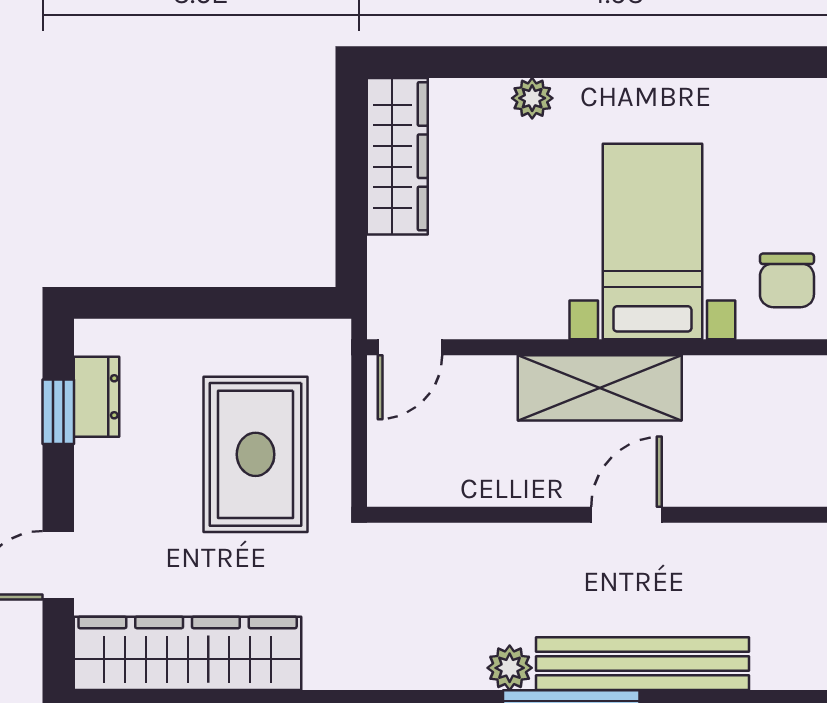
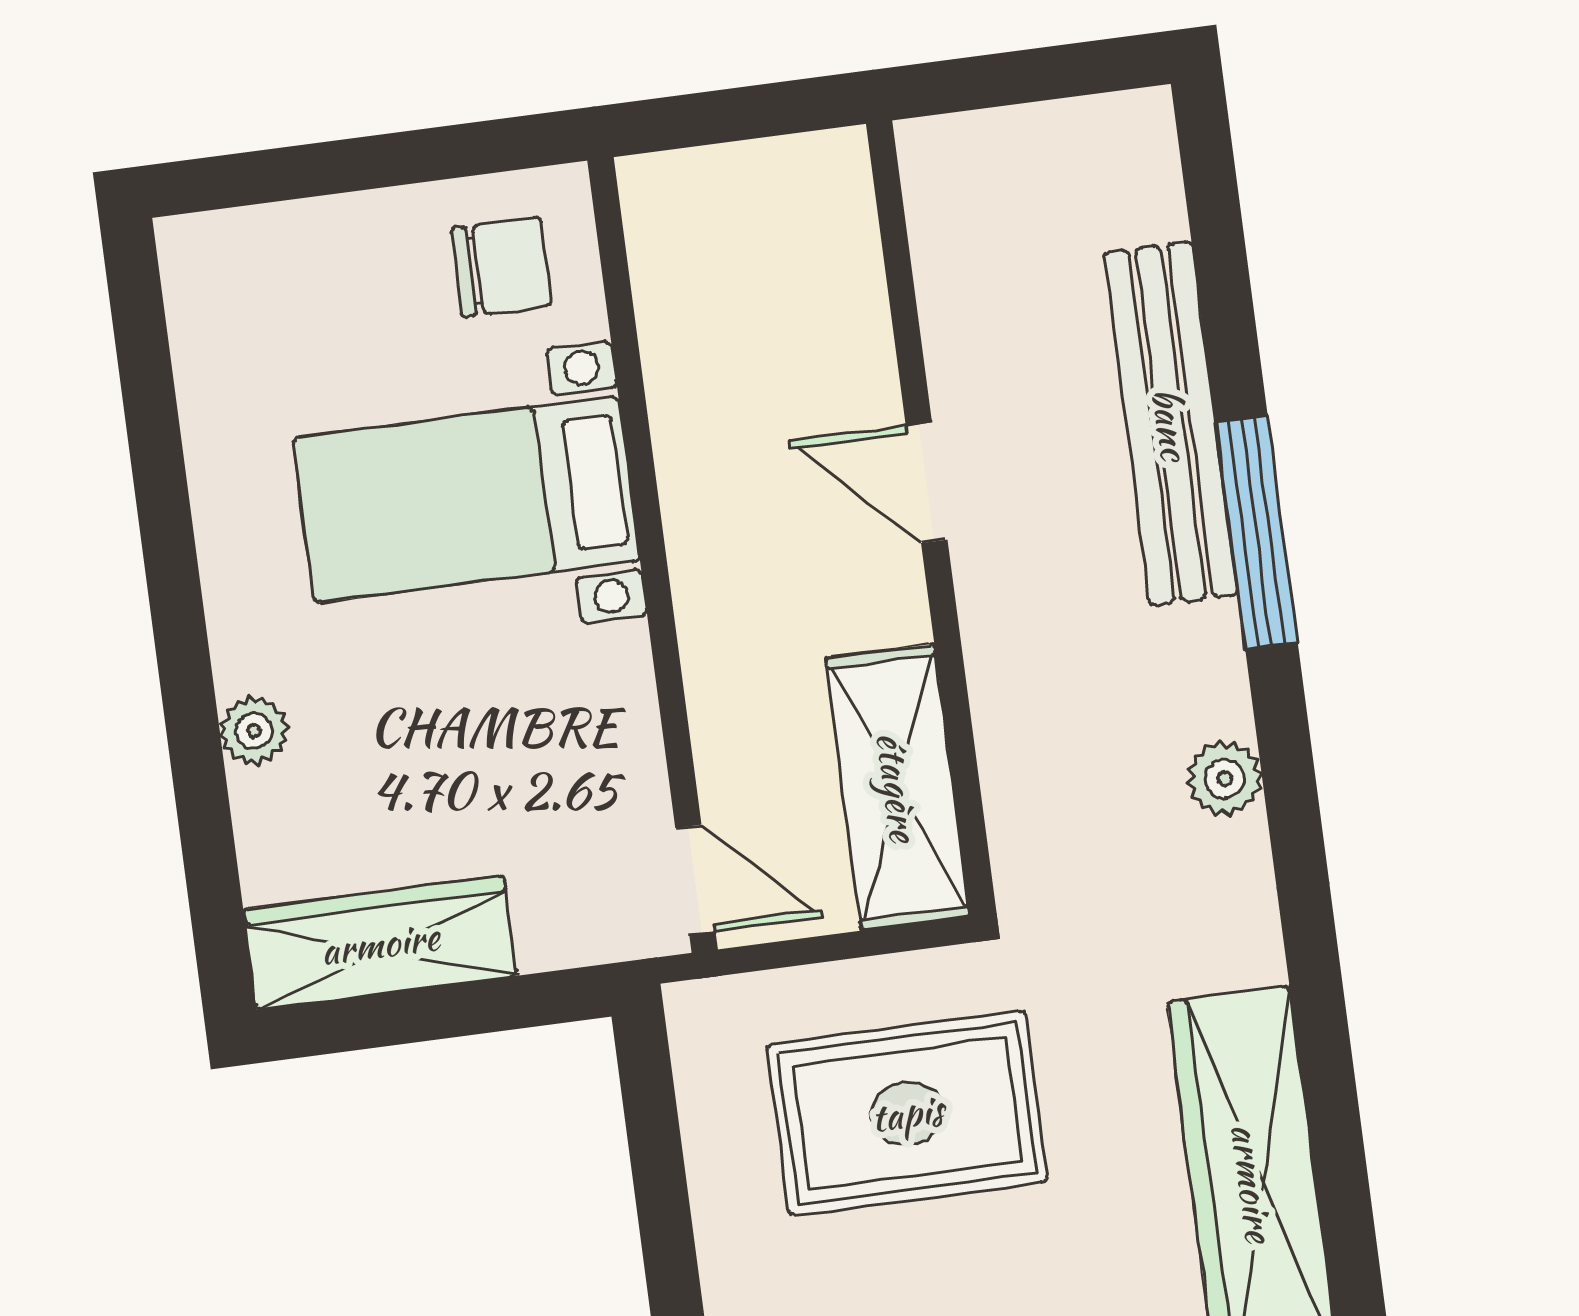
shelving: (600, 388) -> (898, 787), moved
plant: (510, 668) -> (1224, 778), moved

